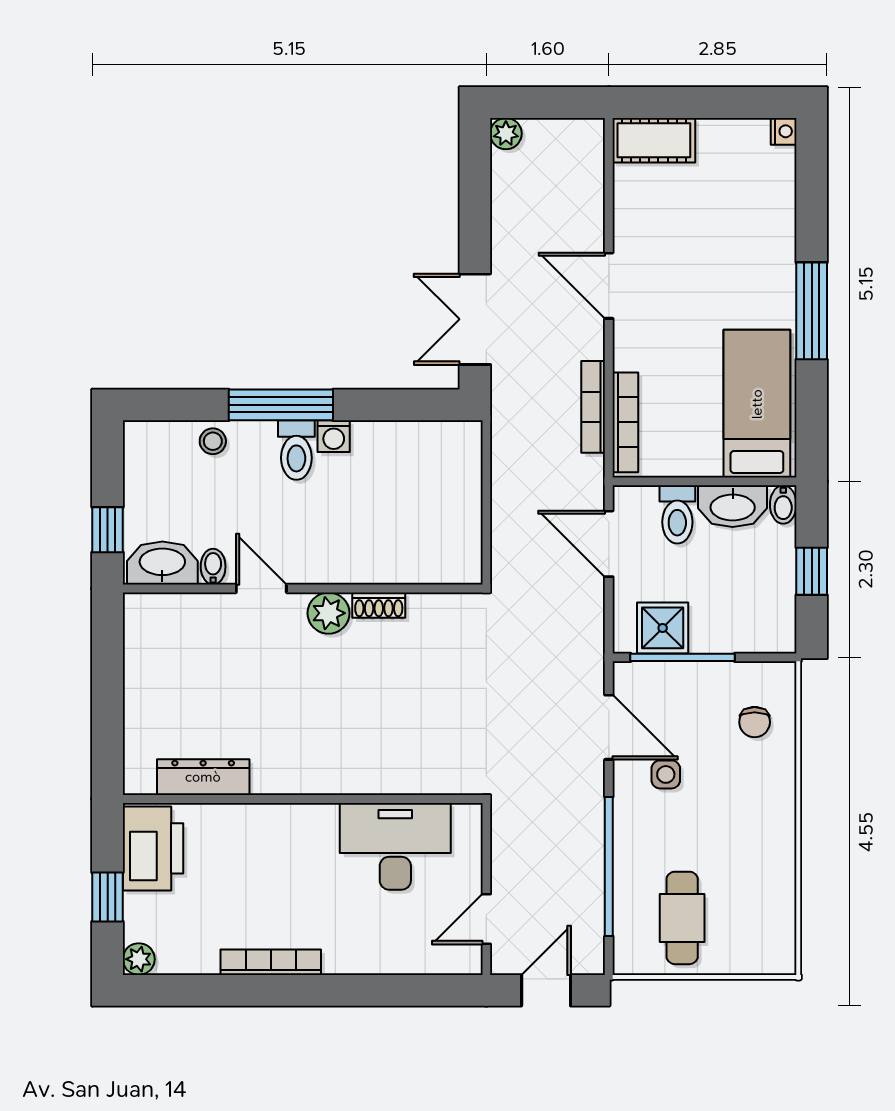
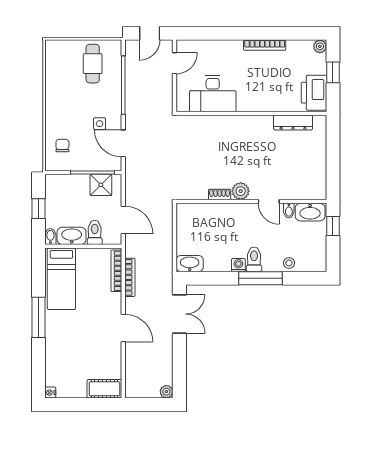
washbasin: (450, 440) -> (190, 264), added

